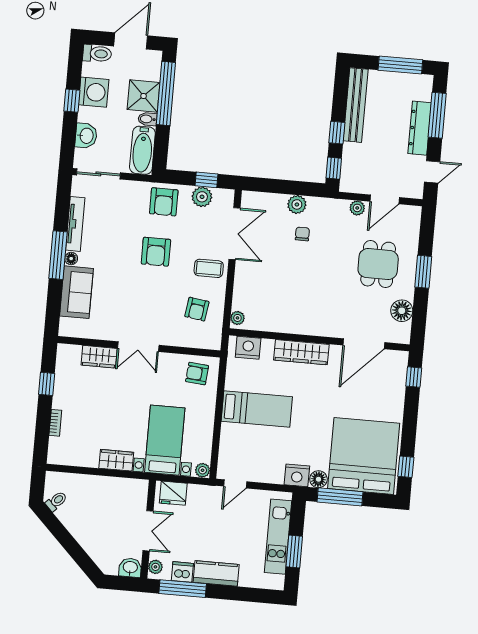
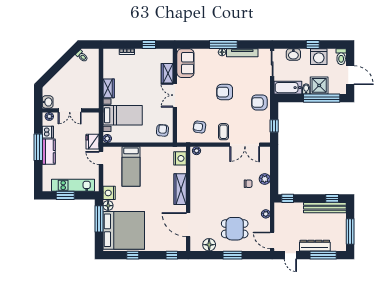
window: (337, 133) -> (332, 198), moved
plant: (202, 197) -> (264, 124), removed
door: (385, 199) -> (272, 240), moved
armchair: (156, 252) -> (225, 92), moved
sofa: (76, 292) -> (185, 63), moved, turned -90
bed: (257, 409) -> (131, 167), moved
window: (406, 467) -> (133, 255), moved
fridge: (173, 493) -> (93, 142), moved
window: (183, 589) -> (38, 147), moved

